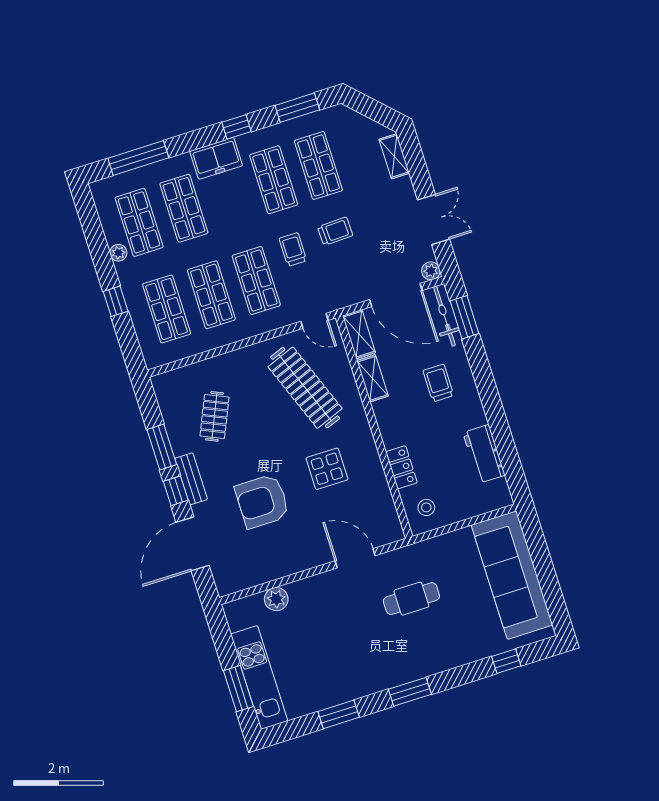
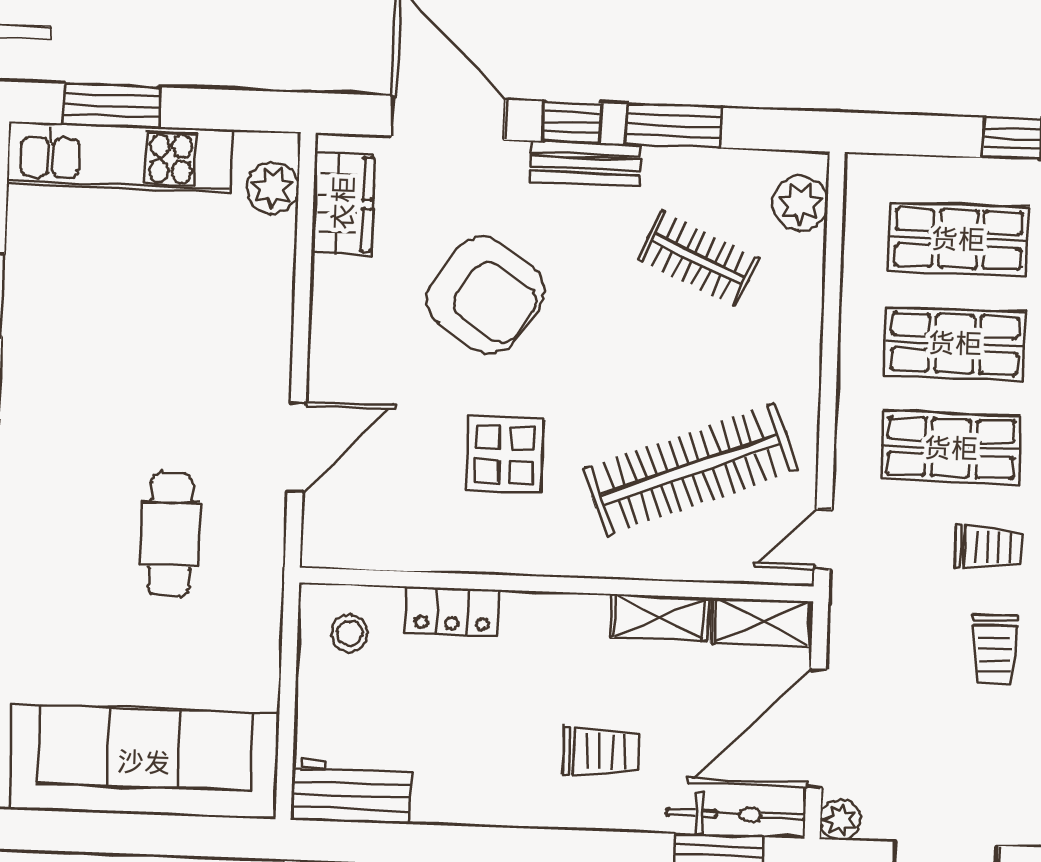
plant: (175, 381) -> (800, 203), added
workbench: (484, 454) -> (351, 791), moved
armchair: (262, 501) -> (485, 295), turned 124
wardrobe: (245, 576) -> (343, 203), added
plant: (276, 599) -> (273, 188), moved

